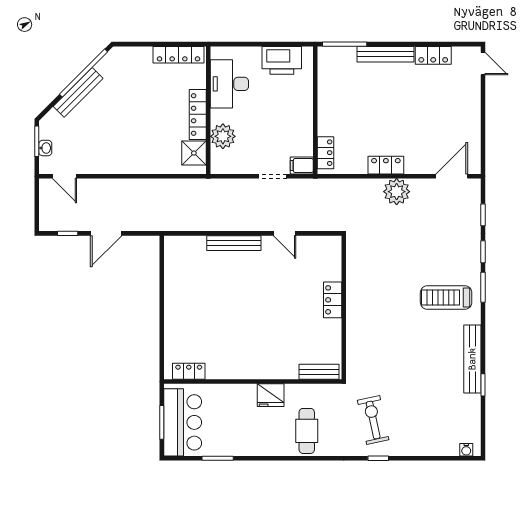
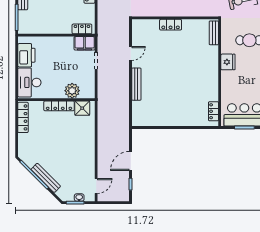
desk: (229, 84) -> (29, 82), moved, turned 90
filing cabinet: (302, 166) -> (85, 43), width x2.00
door: (106, 233) -> (131, 161), swing flipped

